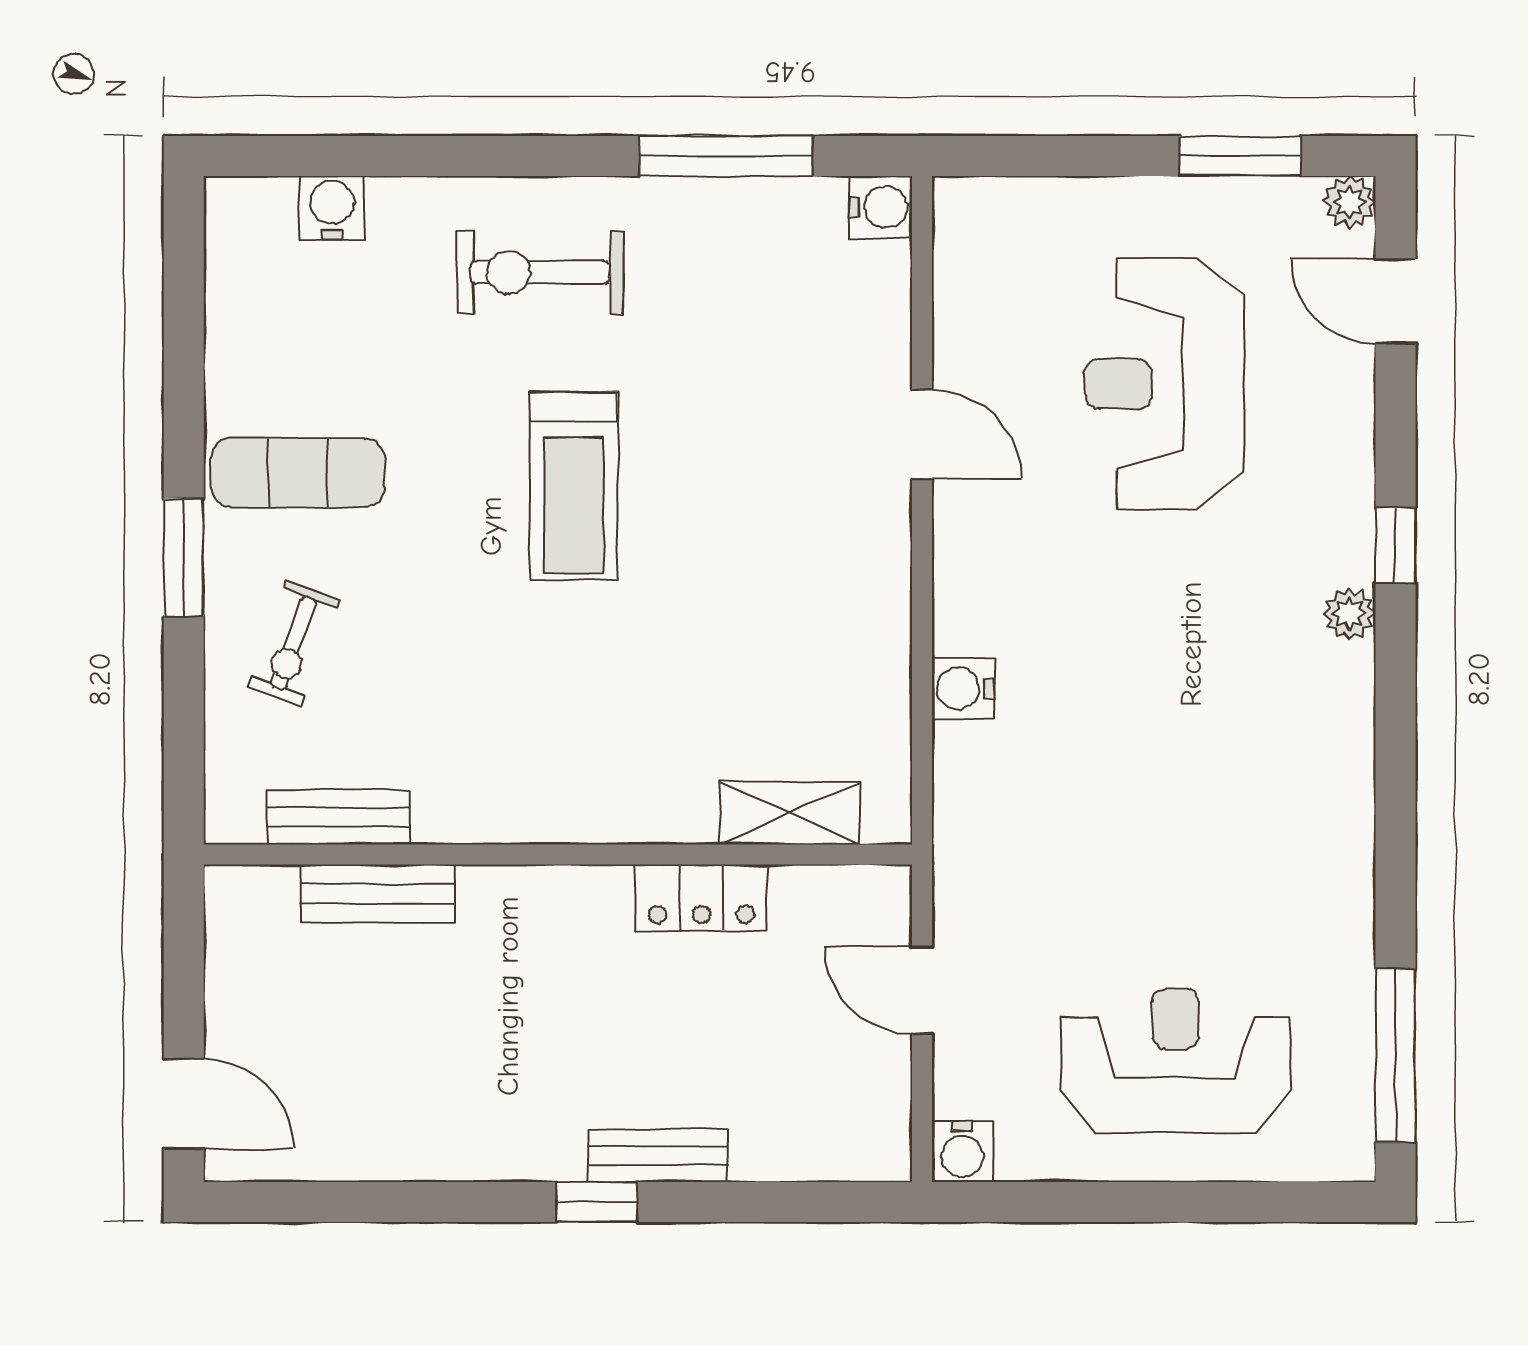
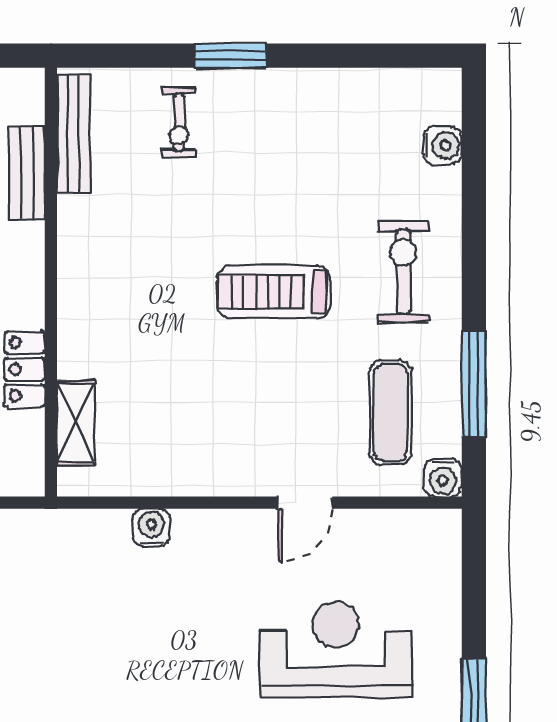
exercise mat: (298, 472) -> (390, 412), moved
exercise bike: (294, 643) -> (179, 122), turned -110
bench: (339, 817) -> (73, 134), width x1.36

